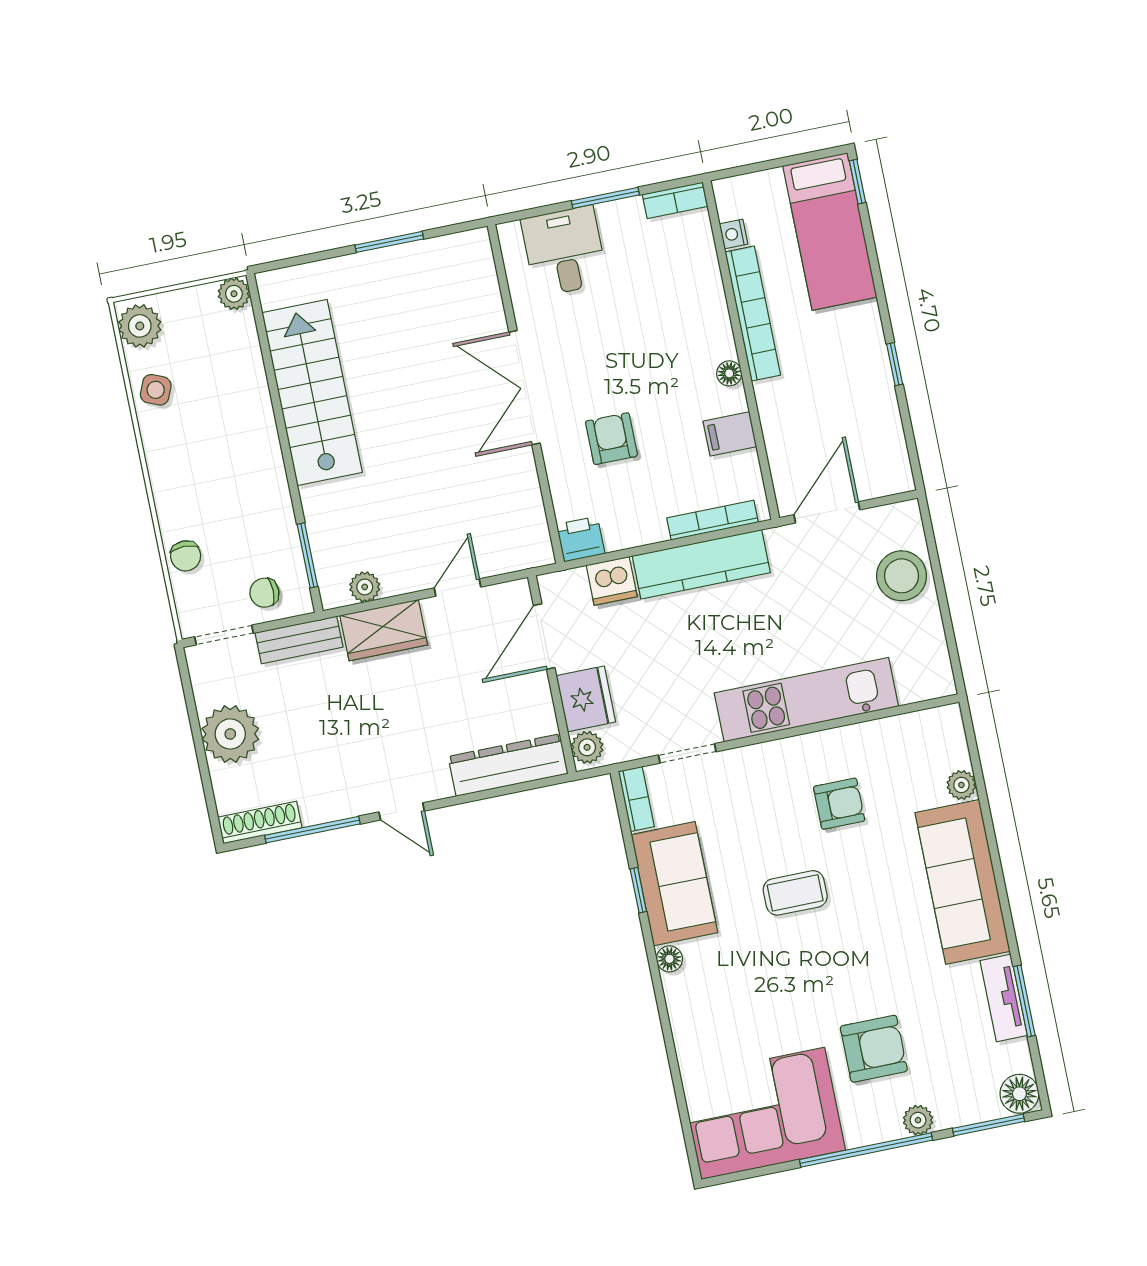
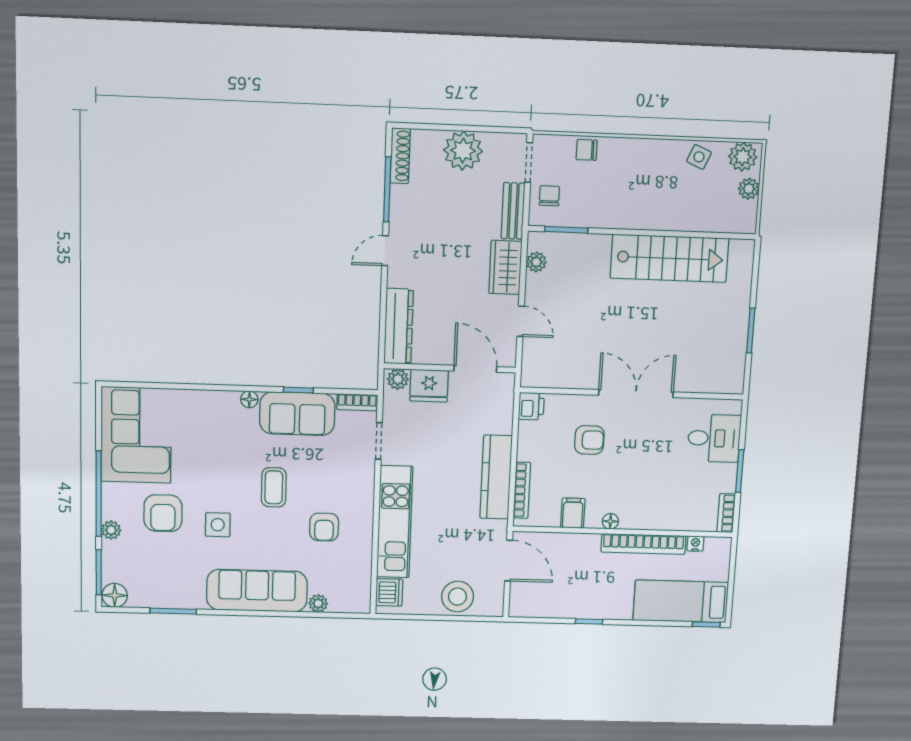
plant: (234, 294) -> (749, 189), moved
dishwasher: (612, 581) -> (389, 592), moved, turned 180
side table: (873, 963) -> (218, 525), added
tv unit: (1004, 998) -> (178, 599), removed

